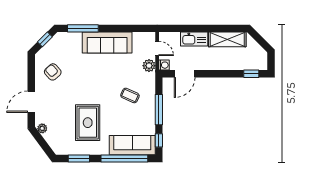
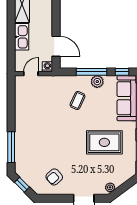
sofa: (107, 42) -> (25, 123), removed
plant: (149, 66) -> (97, 82), moved

